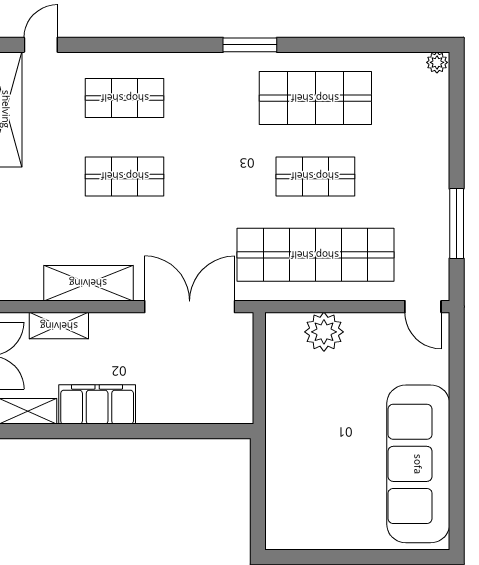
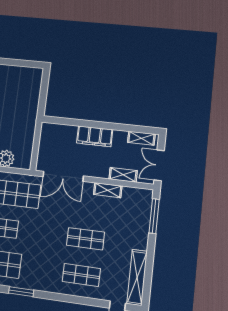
shelving: (88, 283) -> (108, 190), width x0.67, depth x0.75
filing cabinet: (97, 404) -> (95, 136), moved

